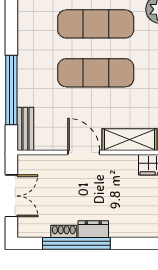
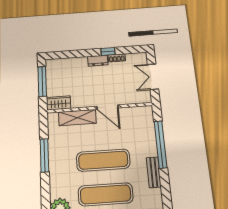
bench: (25, 129) -> (154, 172), moved
window: (76, 243) -> (108, 51), width x0.32

